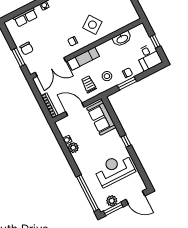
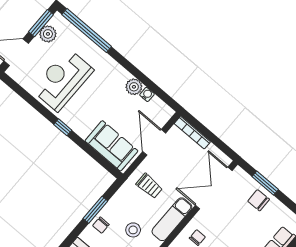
stool: (107, 76) -> (133, 230), moved
door: (75, 109) -> (154, 142), swing flipped
reception desk: (114, 170) -> (62, 80), turned 180

